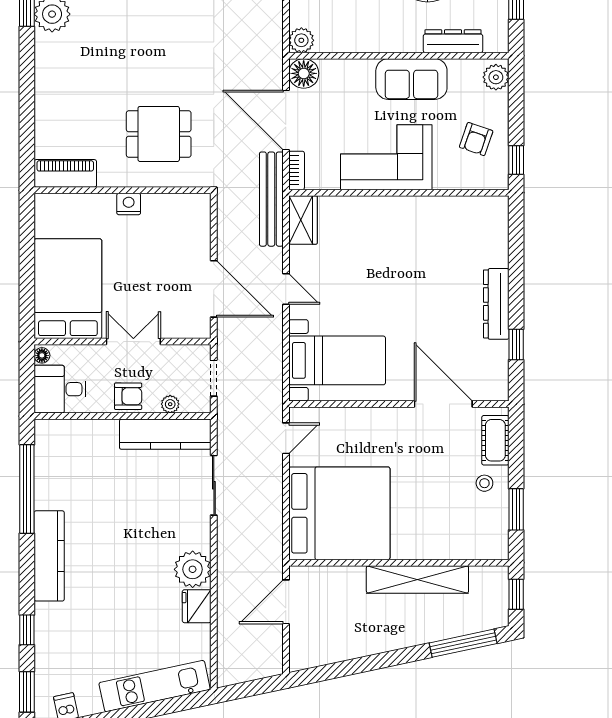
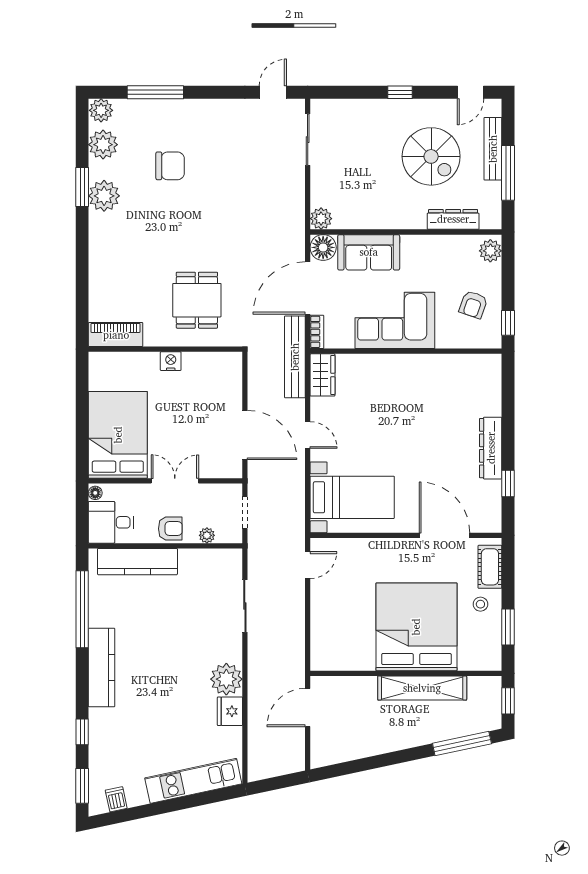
sofa: (411, 79) -> (369, 252), moved
door: (286, 120) -> (308, 288), hinge flipped
dining table: (159, 134) -> (197, 300), turned 90
kitchen counter: (165, 434) -> (137, 562), moved
bed: (339, 513) -> (416, 627), moved, turned -90

